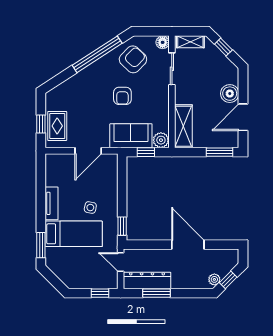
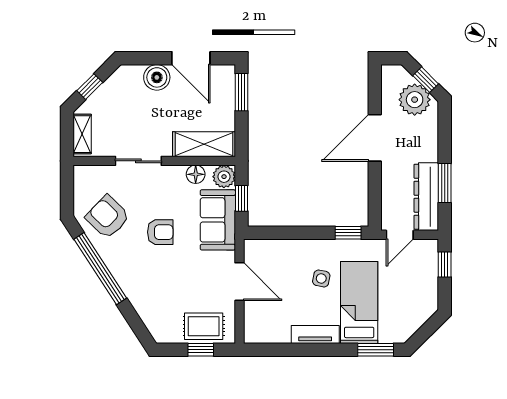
floor lamp: (163, 42) -> (196, 174), moved
sliding door: (172, 69) -> (138, 161), moved
plant: (214, 279) -> (415, 100), width x1.87, depth x1.87

